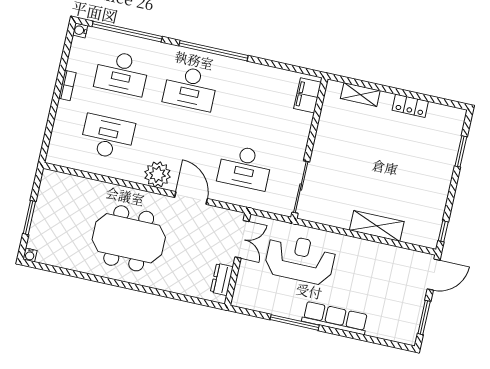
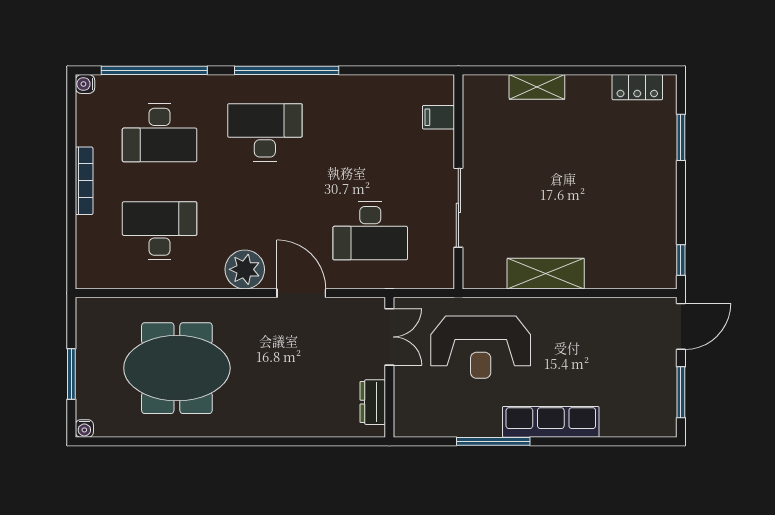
bookcase: (67, 85) -> (84, 181), width x1.56
desk: (190, 88) -> (265, 133), turned 180
filing cabinet: (307, 95) -> (438, 117), width x0.50
shelving: (360, 95) -> (537, 87), moved
locker: (410, 106) -> (637, 87), moved
sliding door: (301, 187) -> (458, 208), moved
shelving: (377, 226) -> (546, 274), moved
meeting table: (129, 238) -> (177, 368), moved
reception desk: (300, 259) -> (481, 347), turned 180

